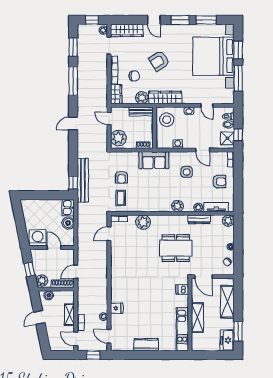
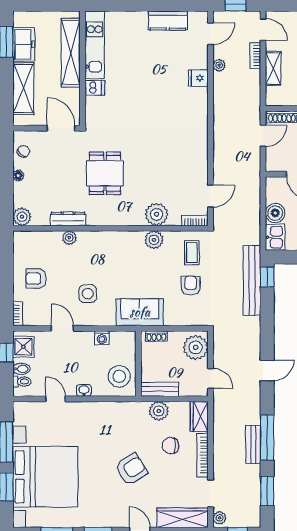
bench: (82, 77) -> (253, 445), added
wardrobe: (165, 98) -> (122, 411), removed
plant: (177, 206) -> (154, 240), moved
tv unit: (216, 207) -> (41, 238), removed
dining table: (176, 248) -> (105, 173), width x0.73
dishwasher: (182, 289) -> (95, 88), moved
shelving: (197, 317) -> (71, 53), width x1.47
door: (109, 336) -> (211, 34), hinge flipped
freezer: (227, 340) -> (24, 44), moved
kitchen counter: (146, 345) -> (168, 21), moved

